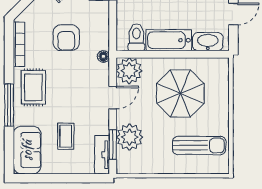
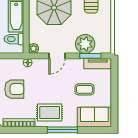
plant: (129, 71) -> (33, 49), width x0.53, depth x0.53
door: (113, 98) -> (57, 56), swing flipped

